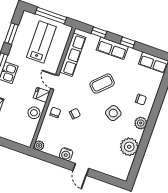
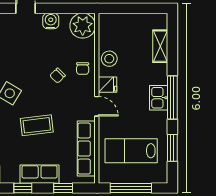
lab bench: (41, 42) -> (131, 151), turned 90
coffee table: (102, 84) -> (37, 125), turned 38
plant: (39, 146) -> (83, 26), width x1.87, depth x1.87

